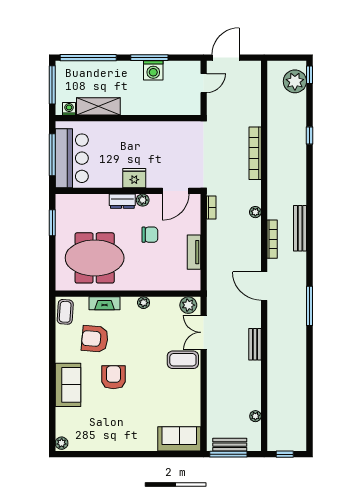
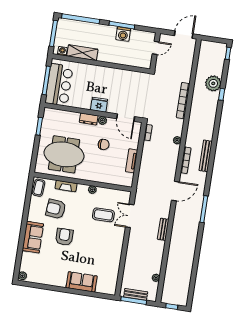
door: (226, 58) -> (184, 35), moved
plant: (295, 81) -> (213, 83), moved
door: (176, 191) -> (126, 118), hinge flipped
door: (264, 286) -> (175, 191), swing flipped
plant: (188, 305) -> (122, 196), removed
coffee table: (183, 360) -> (103, 215), moved
sofa: (179, 439) -> (82, 282), moved

